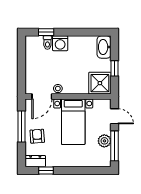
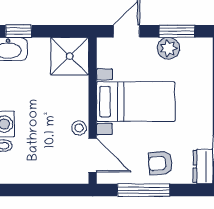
window: (114, 68) -> (19, 31), moved
window: (114, 146) -> (177, 31), width x0.69

